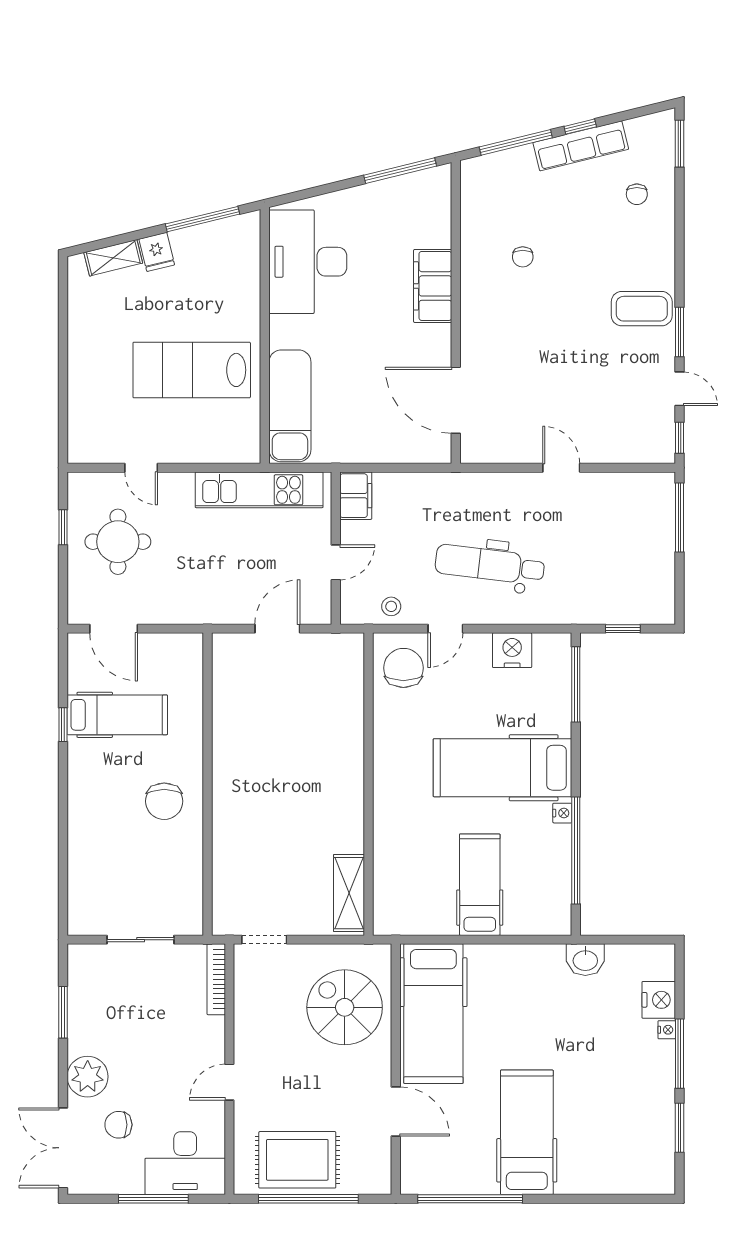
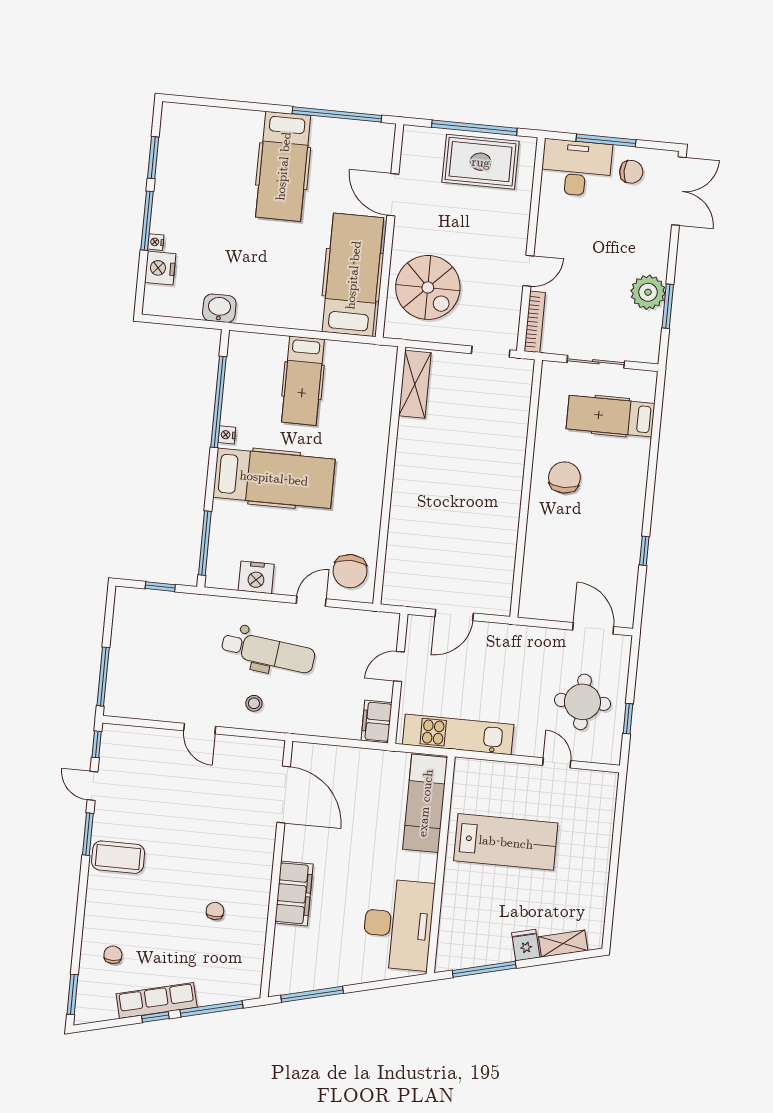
stool: (391, 606) -> (254, 703), moved
hospital bed: (117, 715) -> (611, 416), moved
plant: (88, 1077) -> (648, 292), moved
door: (229, 1082) -> (528, 271), moved
chair: (118, 1125) -> (631, 172), moved

